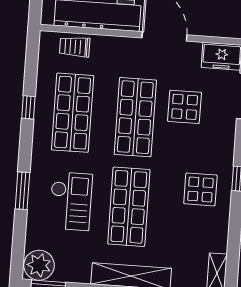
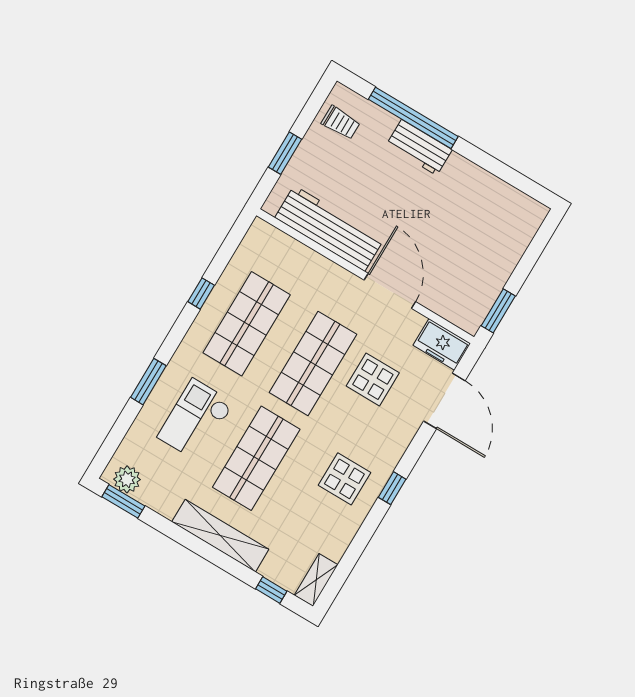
trolley: (75, 47) -> (286, 253), removed
checkout: (71, 201) -> (196, 420), turned 180
plant: (39, 265) -> (127, 479), width x0.73, depth x0.73

